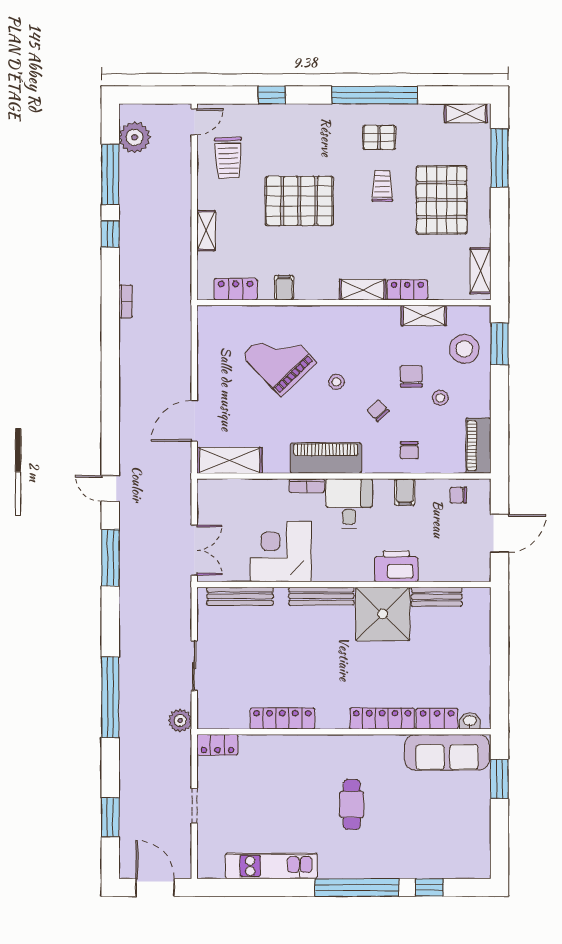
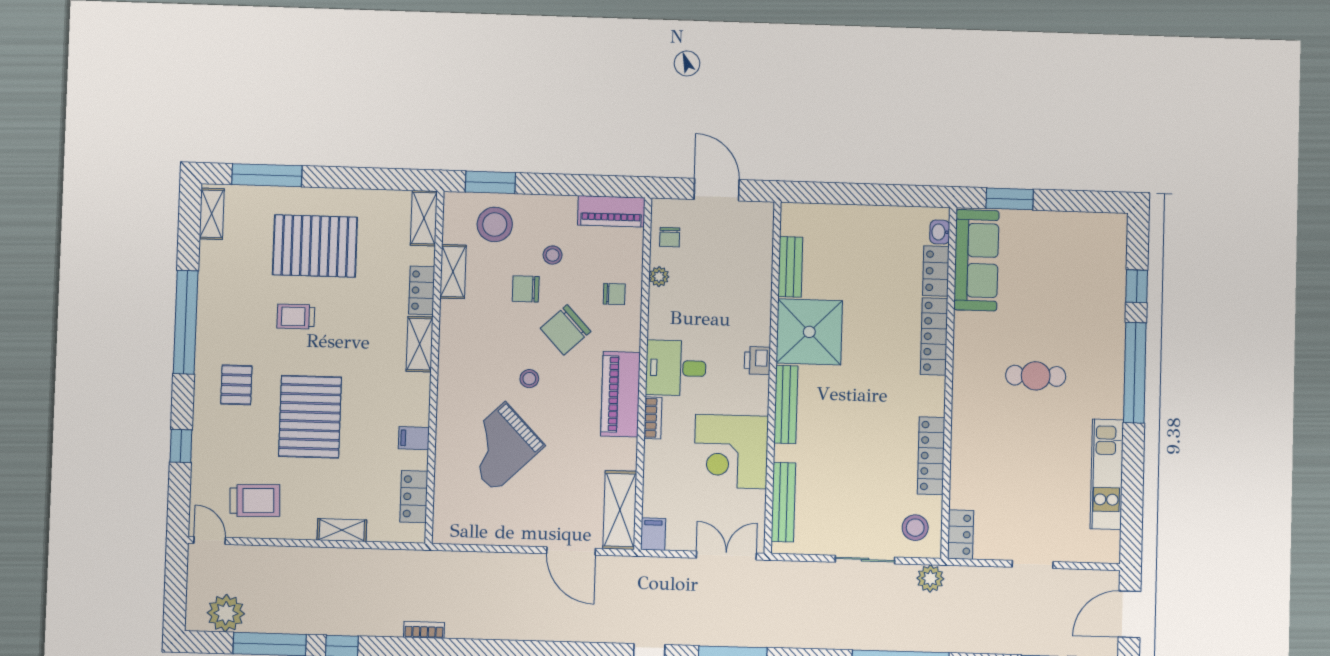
pallet: (379, 137) -> (236, 385), moved
shelving: (480, 271) -> (424, 218), moved, turned 90
chair: (378, 411) -> (566, 330), width x1.87, depth x1.87
plant: (425, 487) -> (659, 277), added
filing cabinet: (405, 492) -> (653, 534), moved, turned -90
printer: (396, 566) -> (757, 360), moved, width x0.53, depth x0.68
stool: (222, 707) -> (915, 528), added

